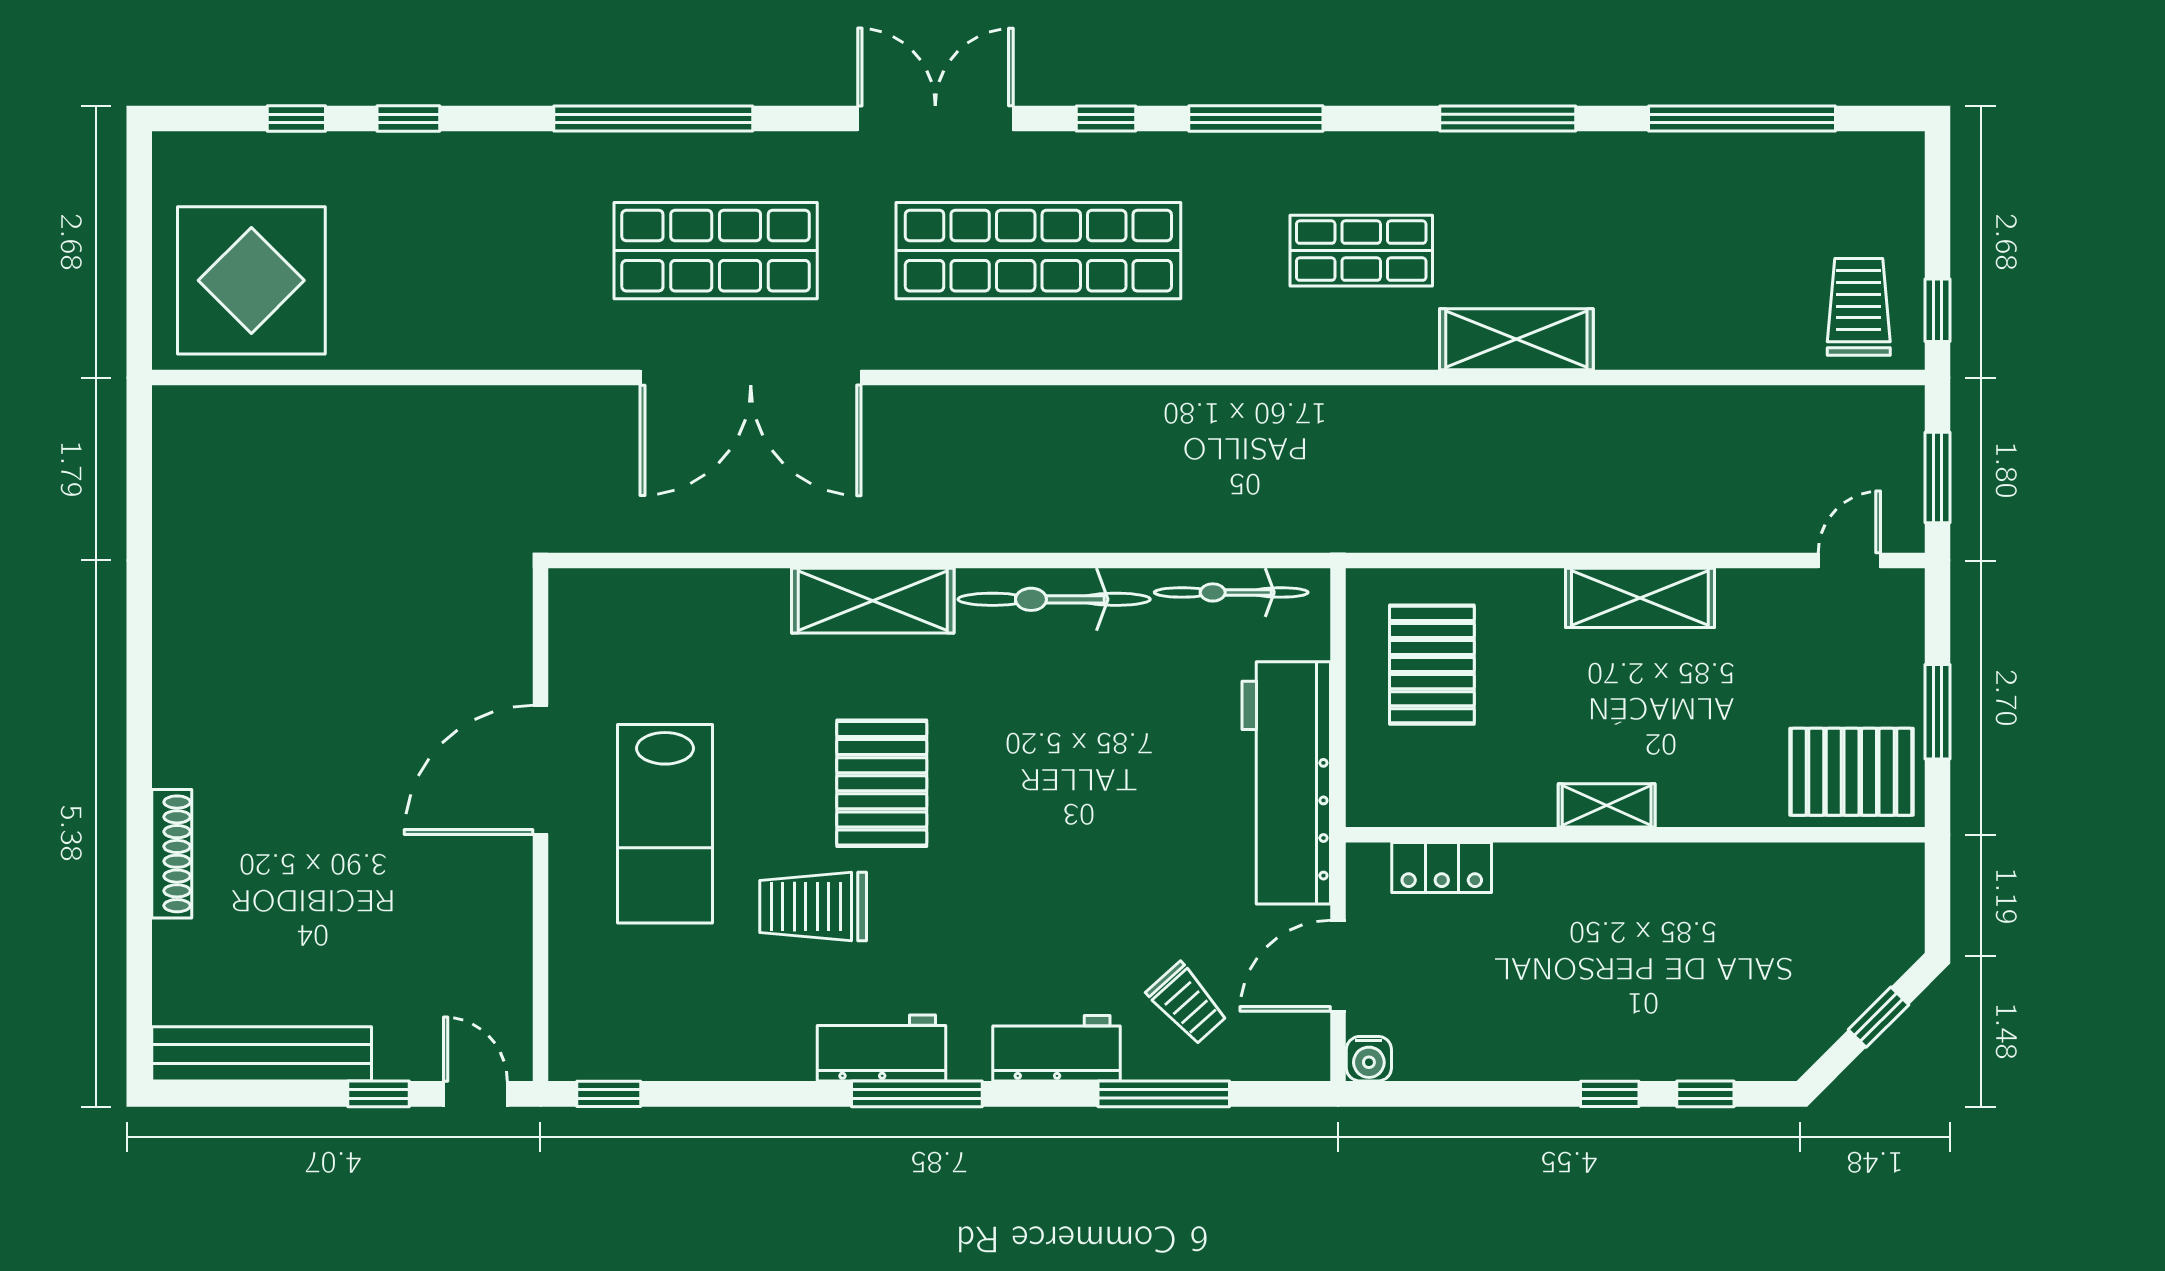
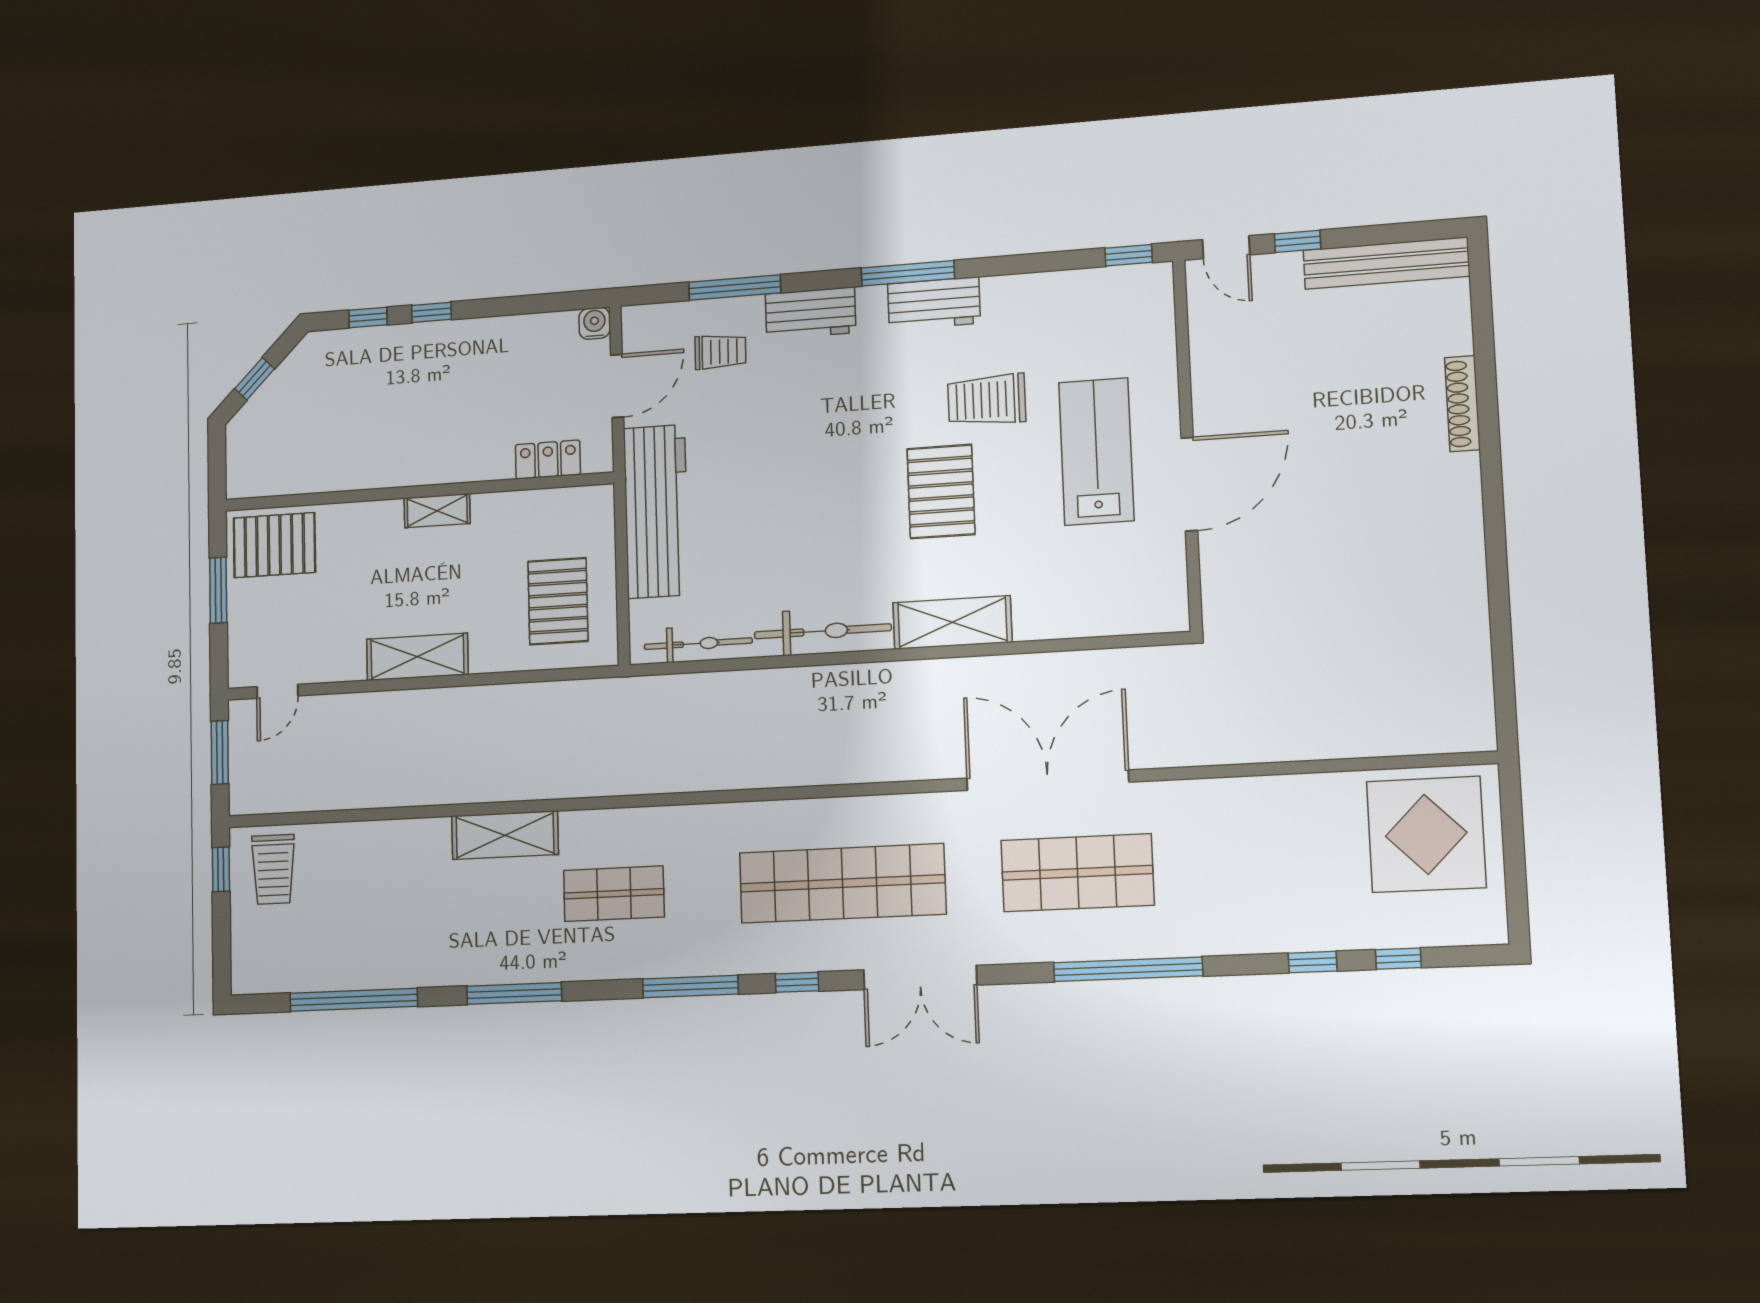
trolley: (813, 907) -> (987, 400), turned 180
trolley: (1187, 1004) -> (720, 352), turned 133

